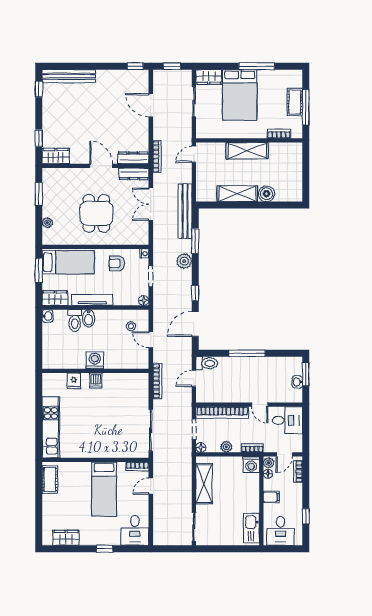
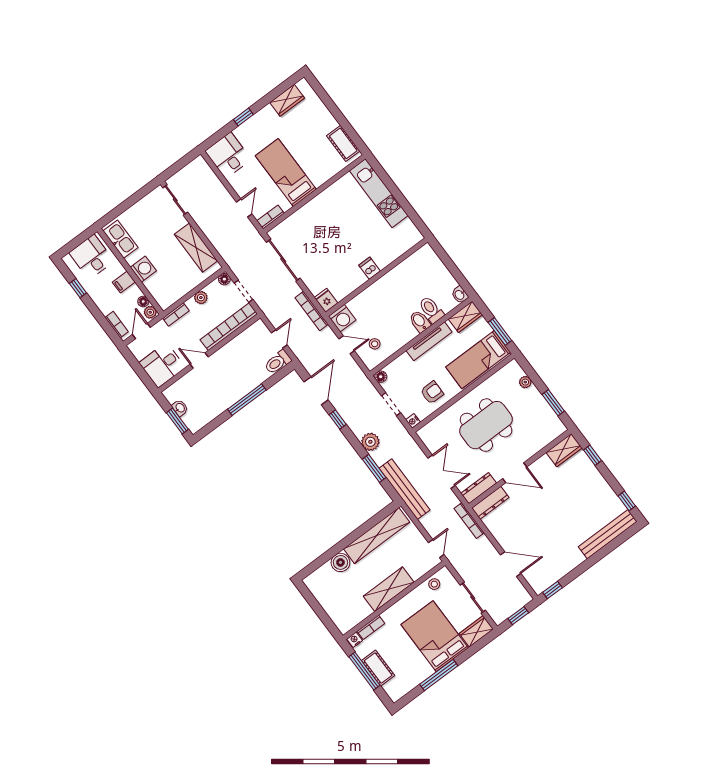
stool: (213, 131) -> (434, 584), added
nightstand: (296, 134) -> (355, 640), added
shelving: (237, 194) -> (377, 536), width x1.47
dining table: (96, 213) -> (486, 425), width x1.37
washing machine: (95, 360) -> (342, 318), moved
fridge: (74, 381) -> (326, 300), moved
washing machine: (251, 465) -> (143, 269), moved, turned 90

